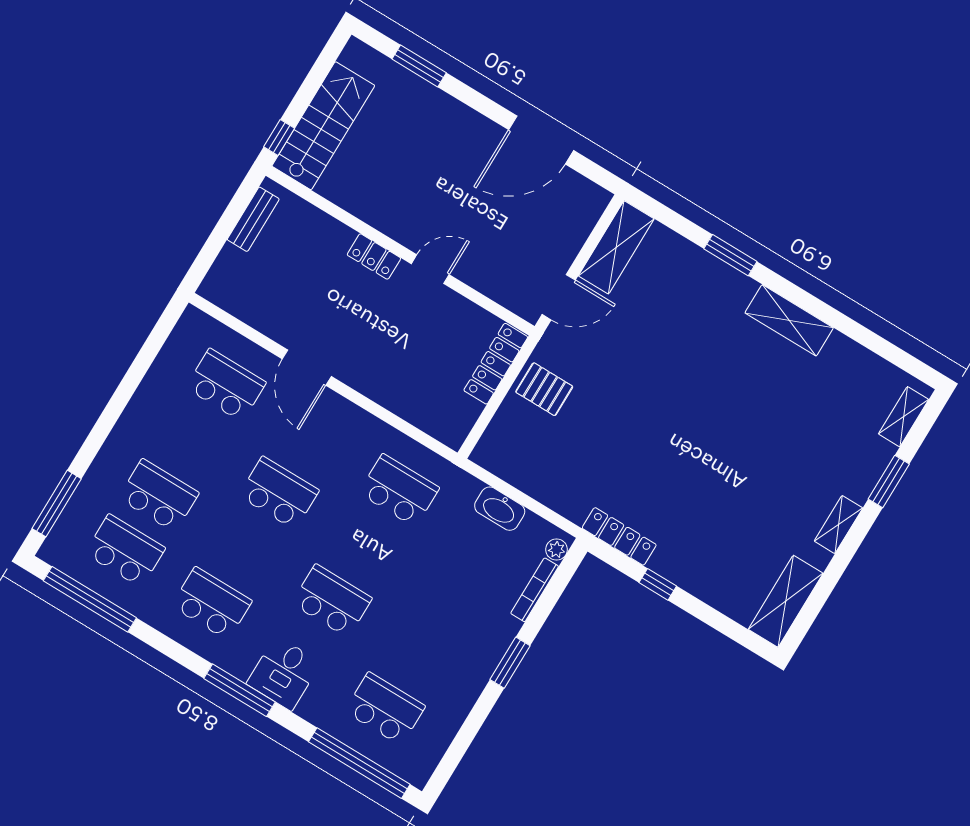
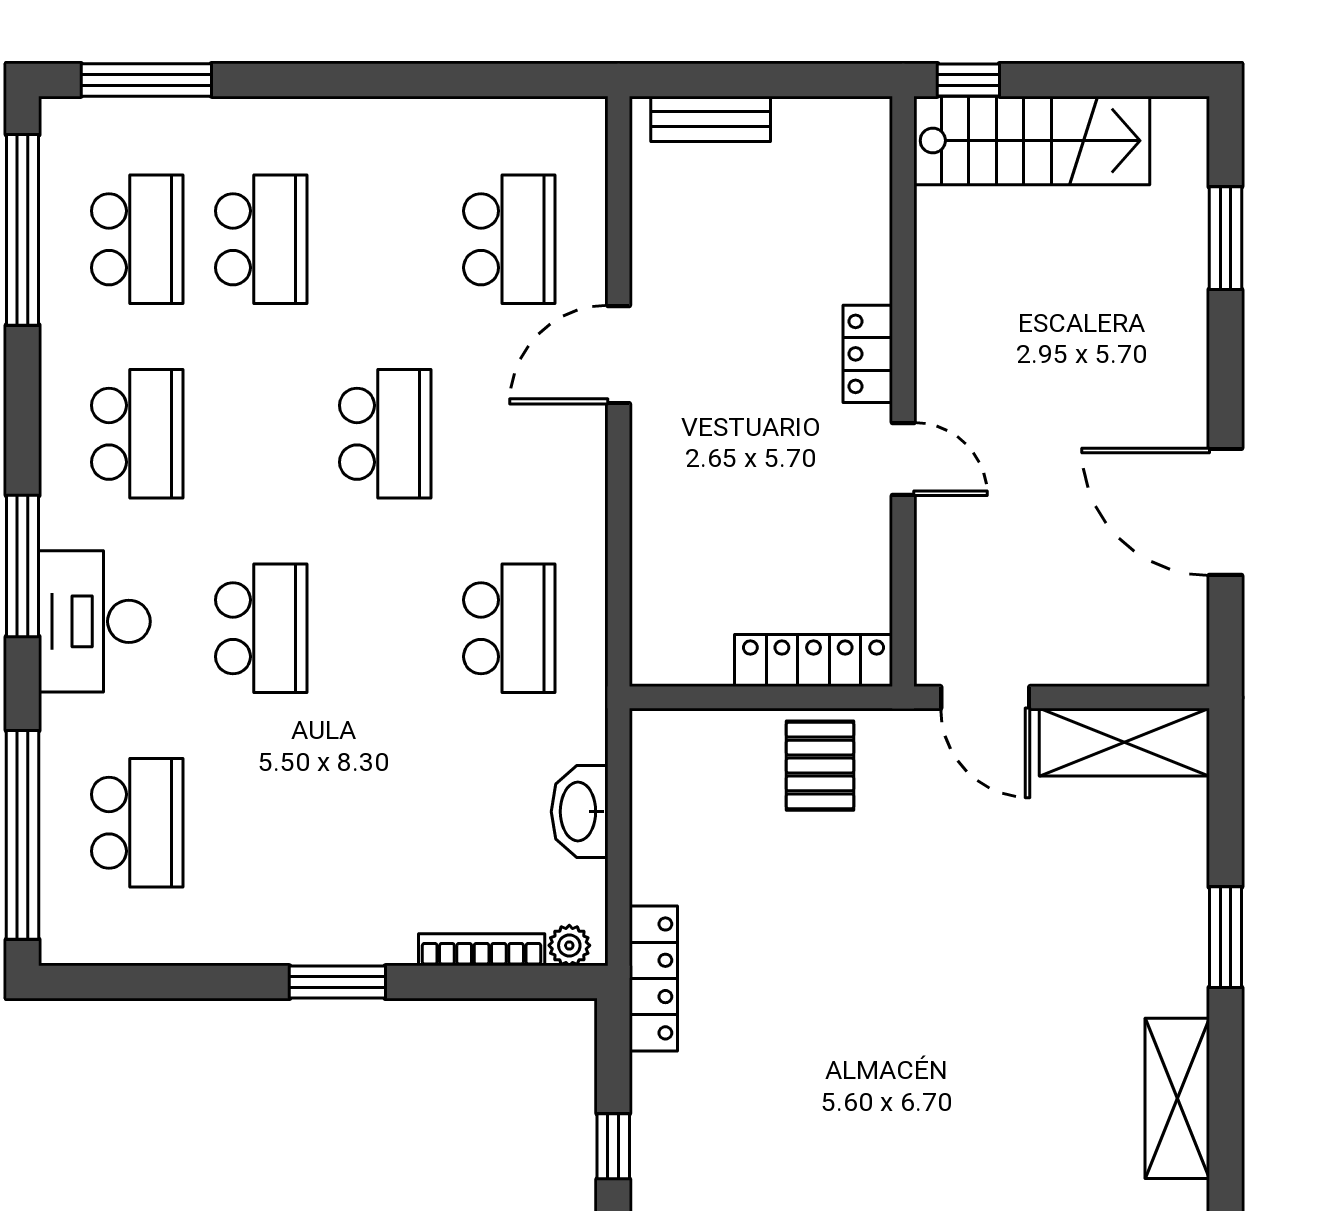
bench: (253, 219) -> (711, 119), moved
locker: (619, 536) -> (653, 978), moved
desk: (284, 673) -> (94, 621), width x1.37

